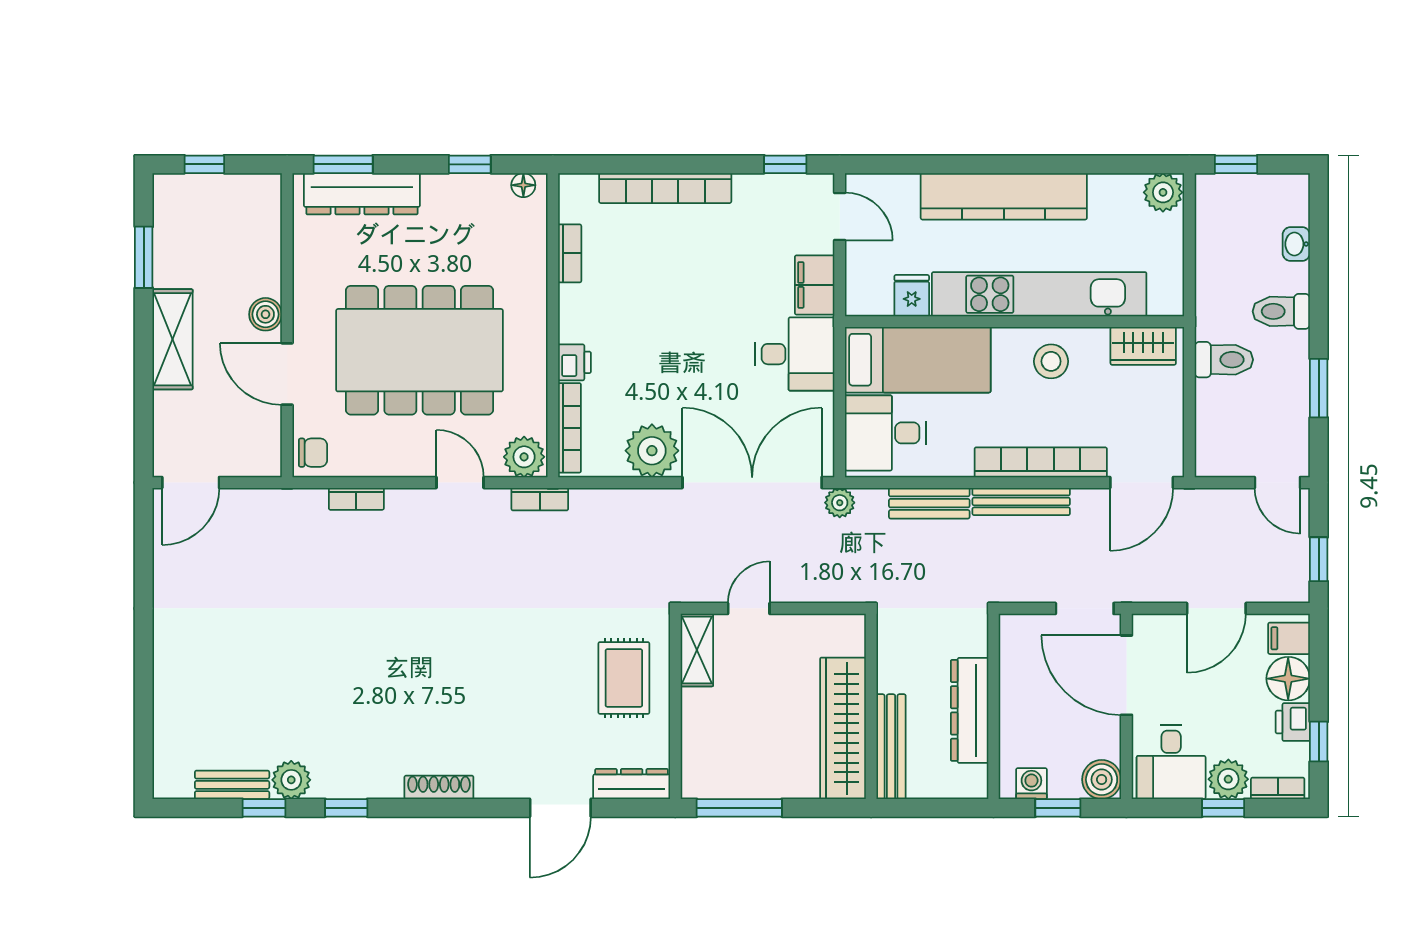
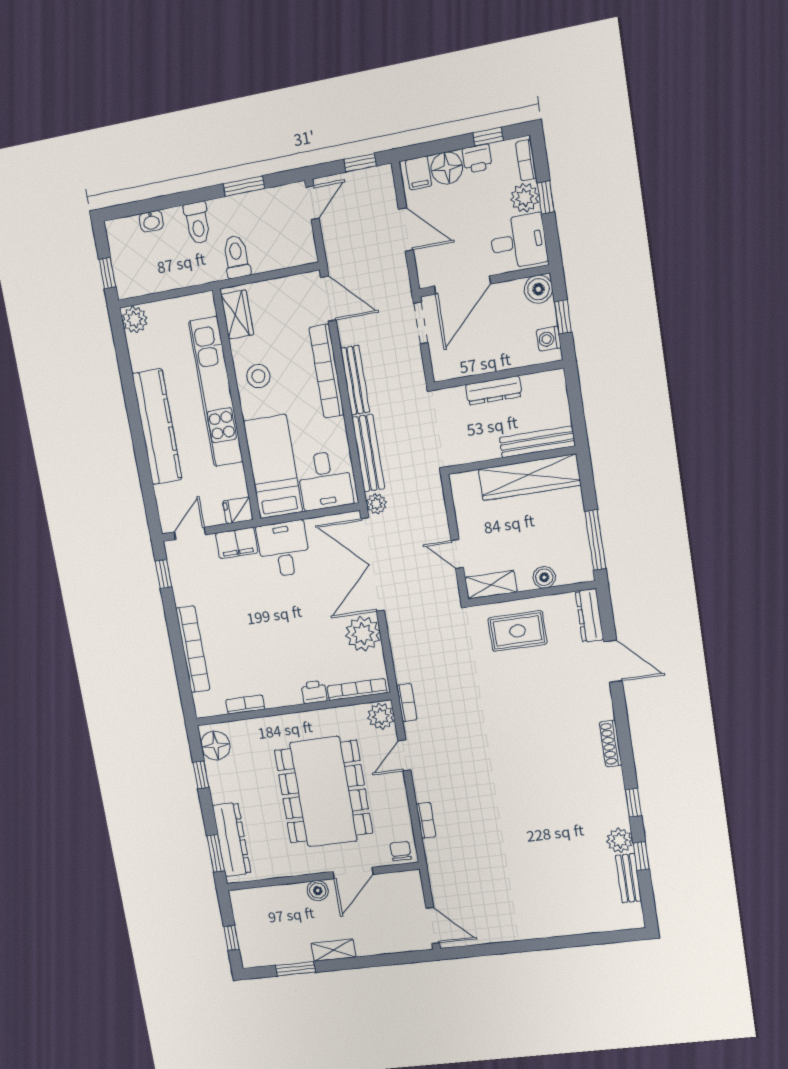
floor lamp: (523, 185) -> (216, 745), width x1.89, depth x1.89
fridge: (912, 296) -> (238, 510), moved
shelving: (173, 339) -> (334, 950), width x0.67, depth x0.75
bench: (929, 503) -> (368, 453), width x1.36
dresser: (970, 710) -> (494, 390), width x0.73, depth x0.80
boiler: (696, 728) -> (544, 577), added

